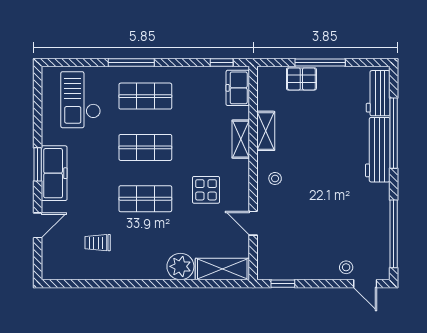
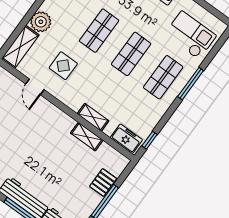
stool: (275, 178) -> (53, 121), removed
display table: (206, 190) -> (63, 66), moved
door: (253, 223) -> (35, 87), swing flipped

